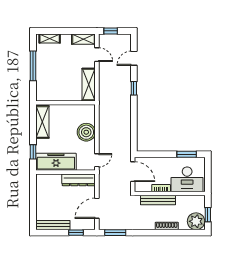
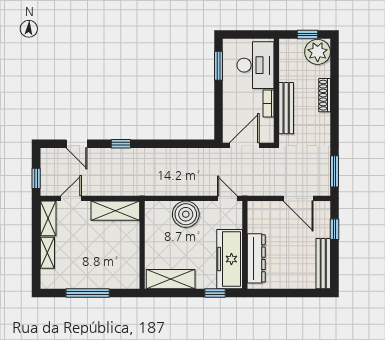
shelving: (50, 39) -> (47, 253), moved
dresser: (78, 180) -> (256, 258), moved

